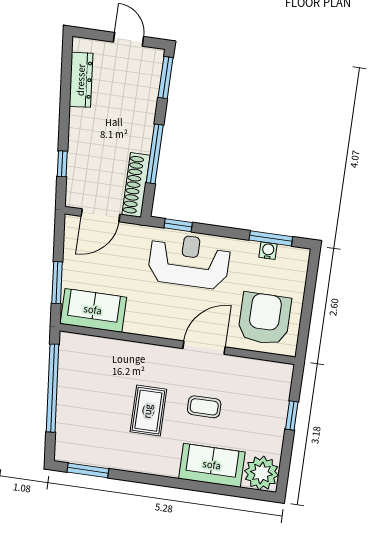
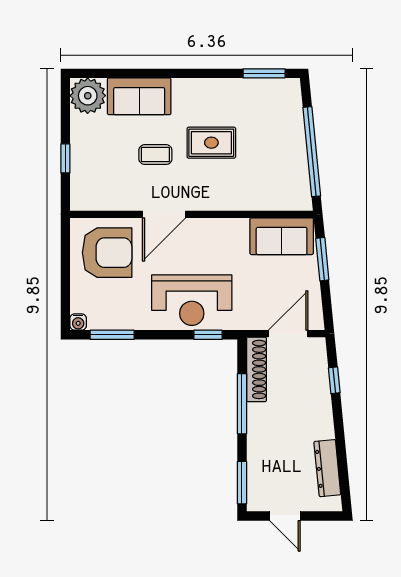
water cooler: (268, 251) -> (78, 322), moved
armchair: (264, 319) -> (107, 253), turned -90
rug: (148, 411) -> (211, 143), turned 90

